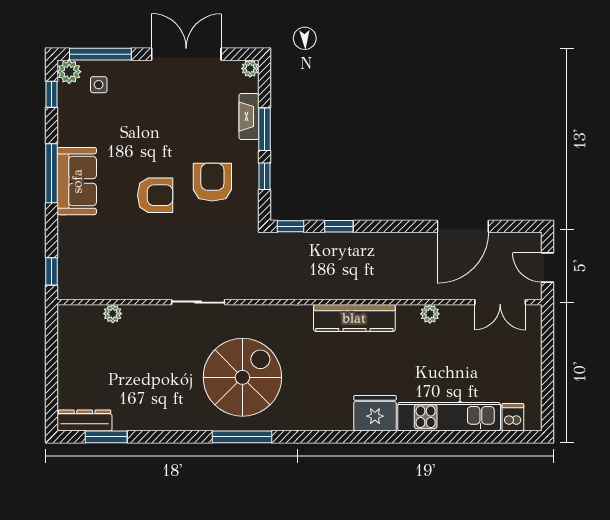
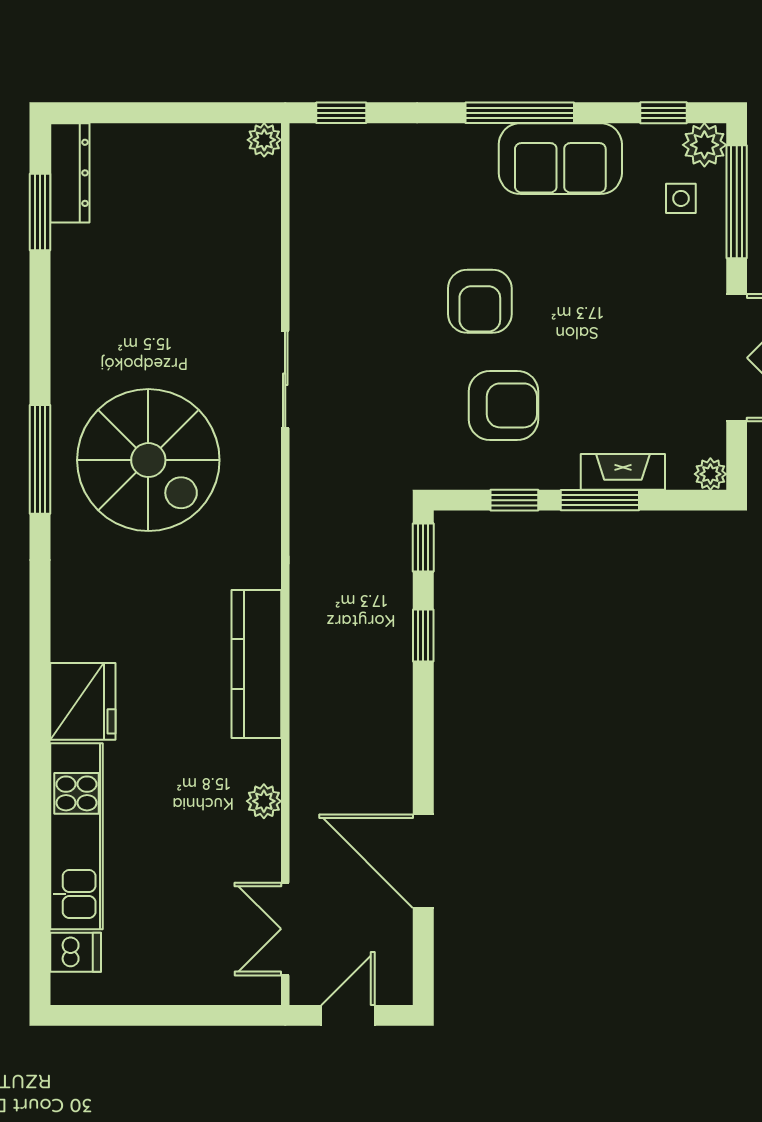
sofa: (77, 181) -> (560, 159), moved
plant: (113, 314) -> (264, 140), moved

